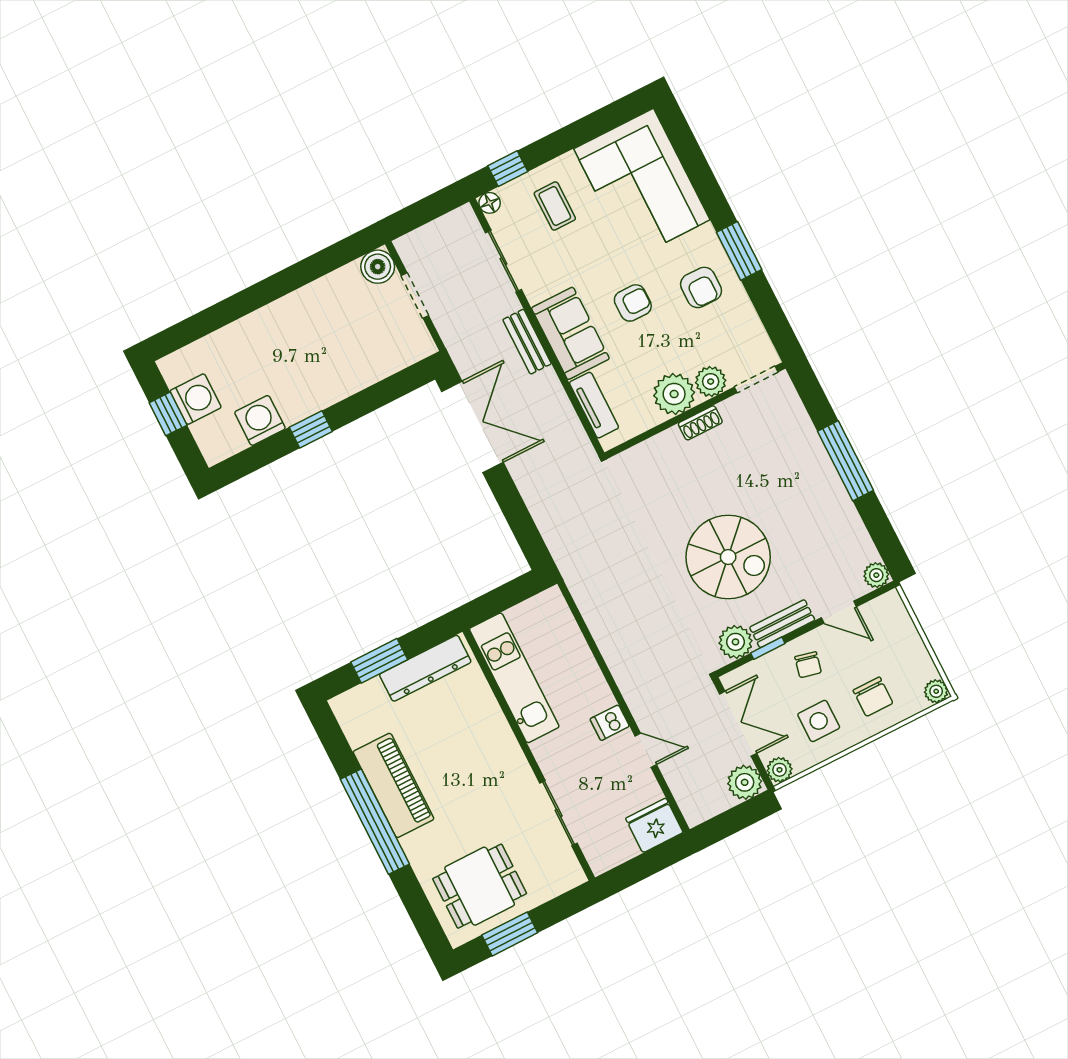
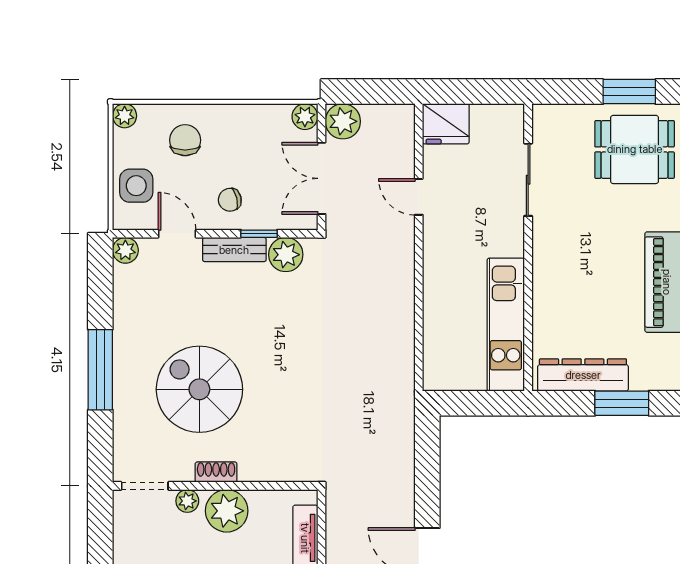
plant: (711, 382) -> (187, 501), width x0.73, depth x0.73
spiral stairs: (728, 557) -> (199, 389), moved
chair: (808, 665) -> (230, 200), turned -116
side table: (819, 721) -> (136, 186), moved
dishwasher: (610, 723) -> (439, 239), removed

